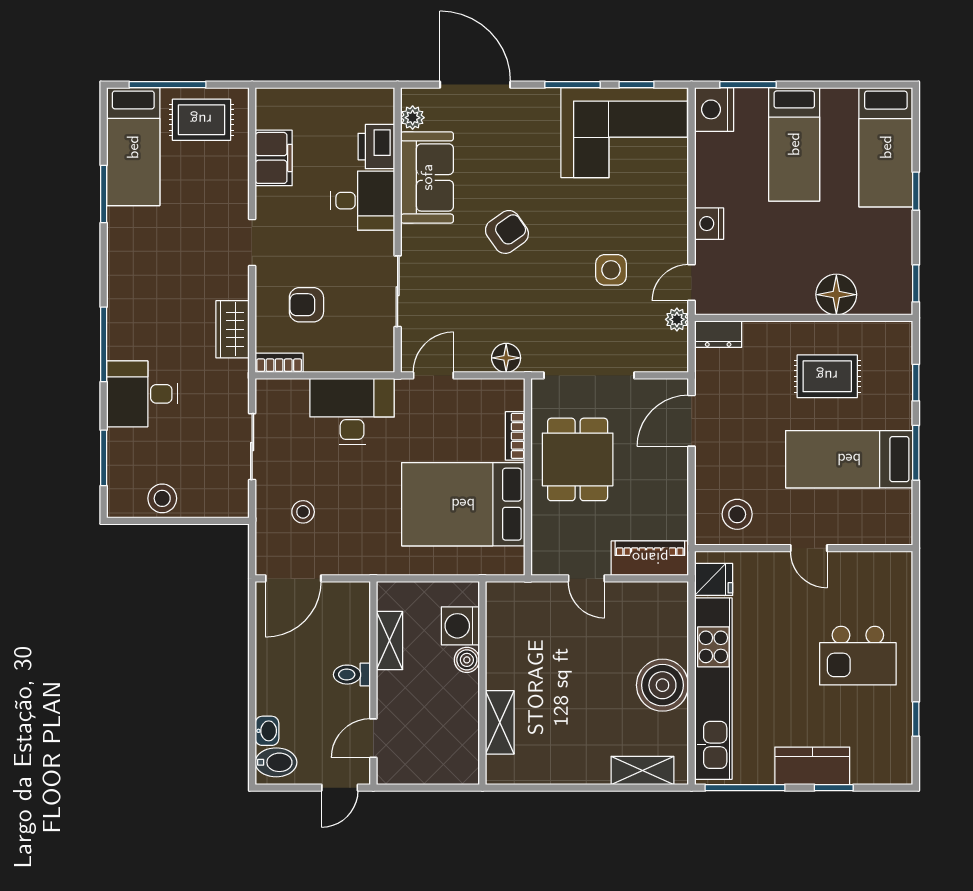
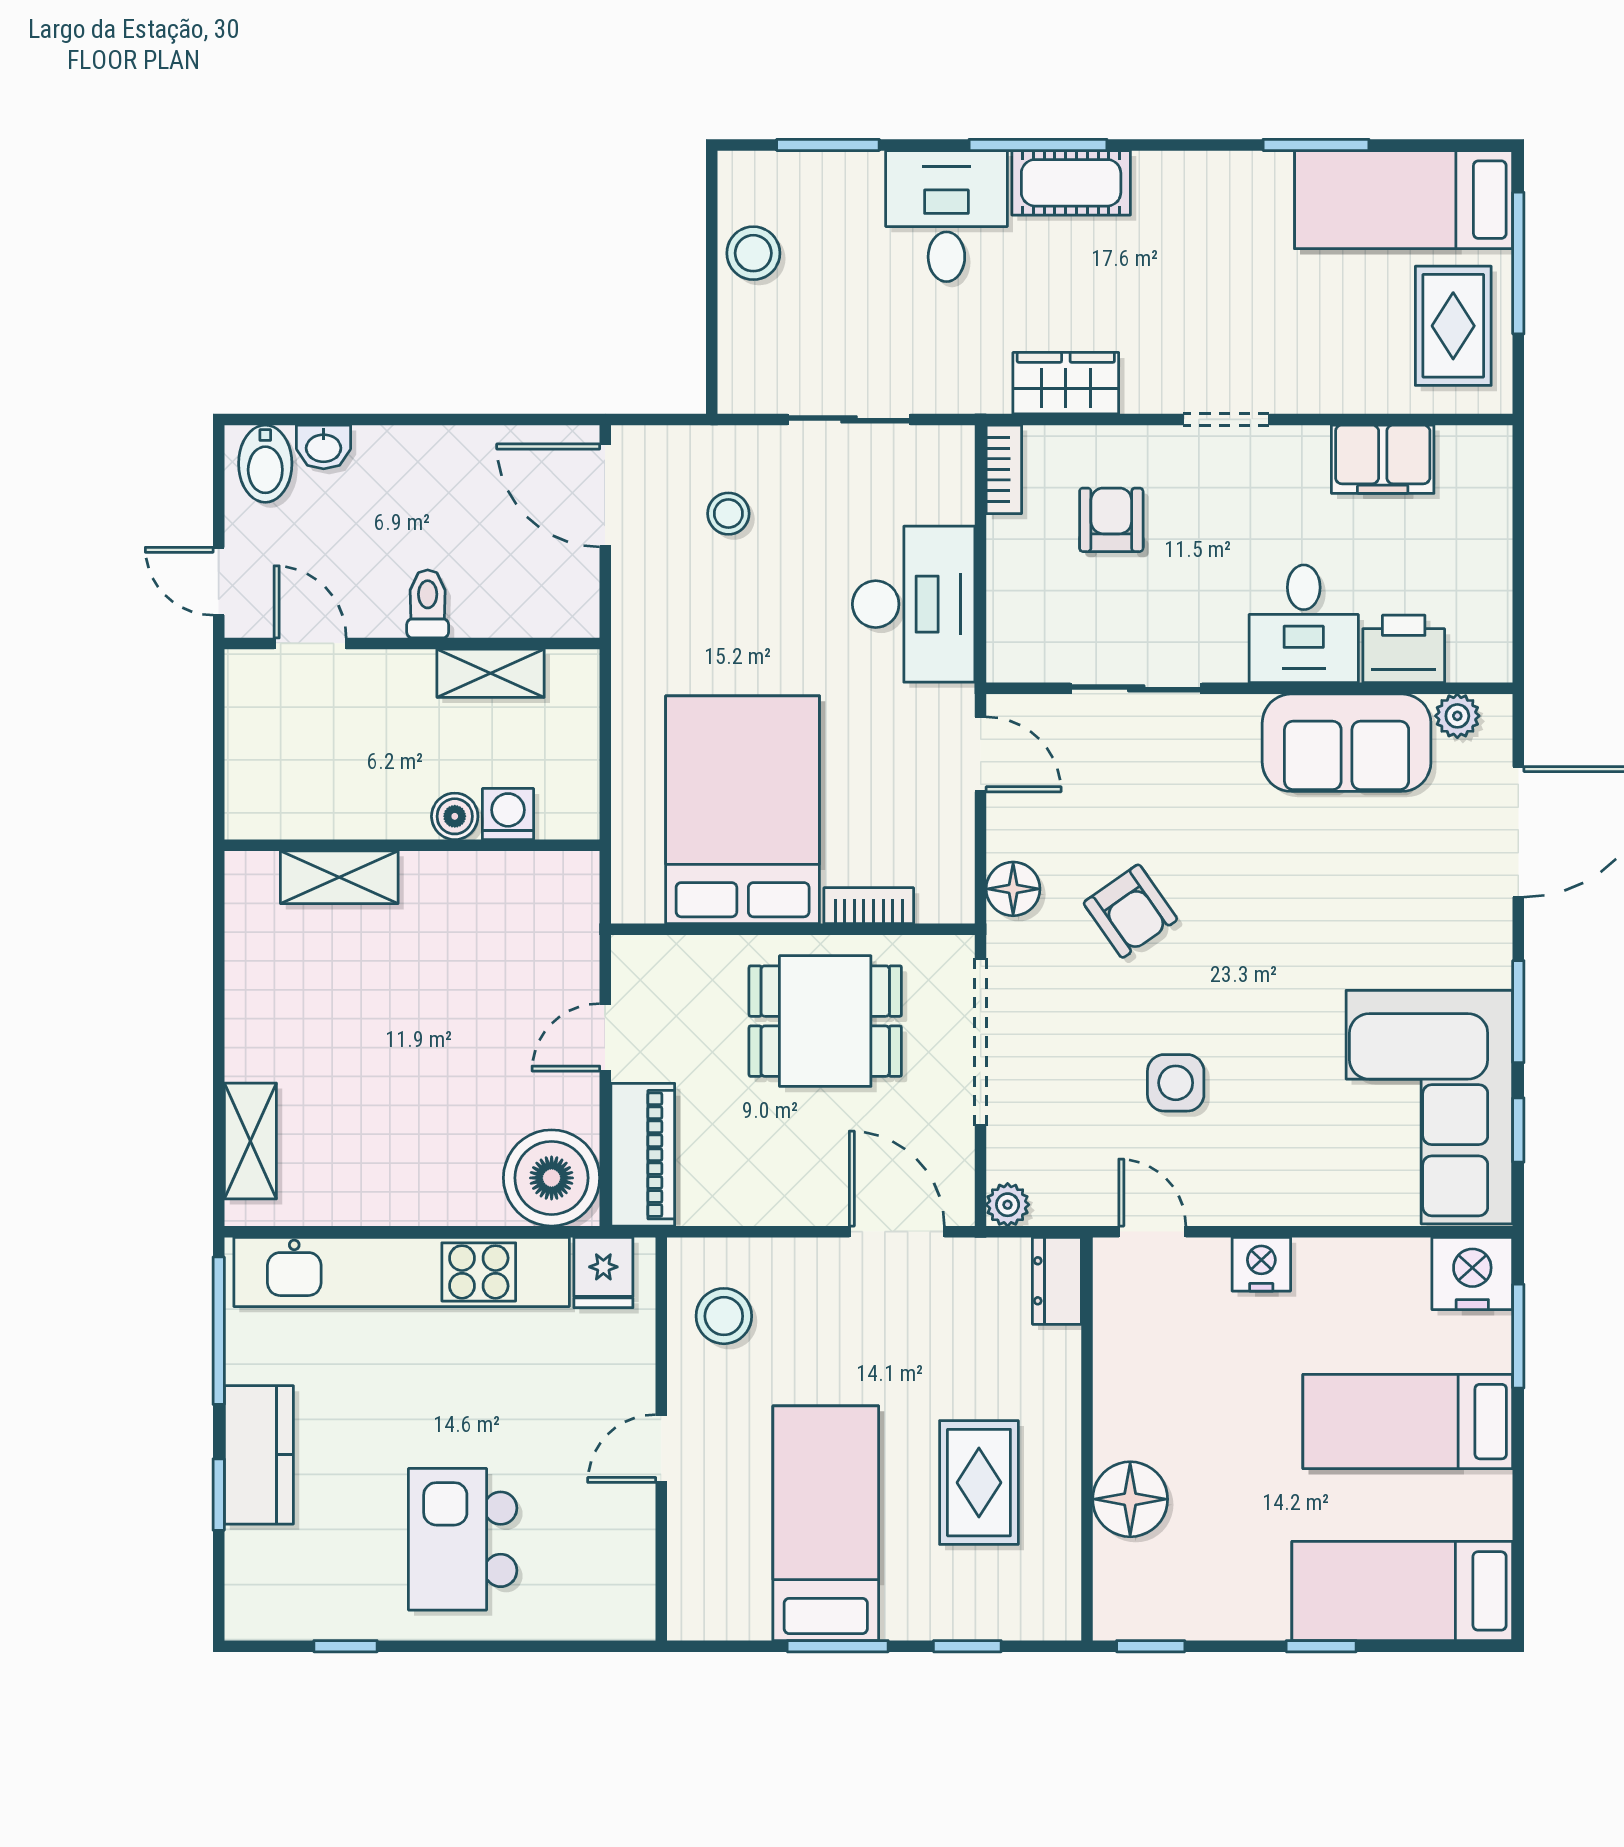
armchair: (507, 232) -> (1130, 911), moved
plant: (677, 319) -> (1008, 1205), moved
cot: (124, 326) -> (1071, 183), added
washing machine: (460, 626) -> (508, 814), width x0.73, depth x0.73
boiler: (662, 685) -> (552, 1178), moved

